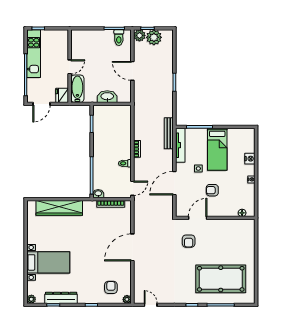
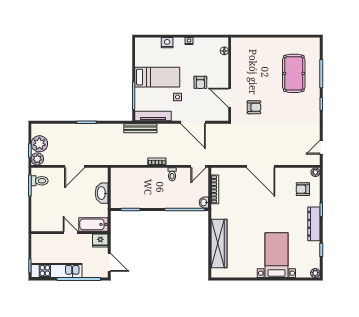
door: (132, 188) -> (198, 166), swing flipped
pool table: (221, 279) -> (294, 73), width x0.73, depth x0.76
dresser: (61, 298) -> (314, 224), moved

